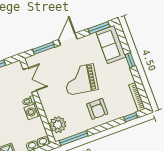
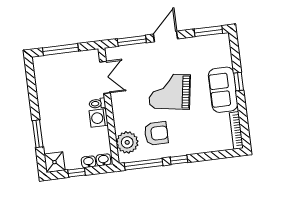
sofa: (111, 44) -> (223, 90), moved
armchair: (97, 109) -> (156, 133), moved, turned -90
window: (131, 117) -> (179, 160), moved

